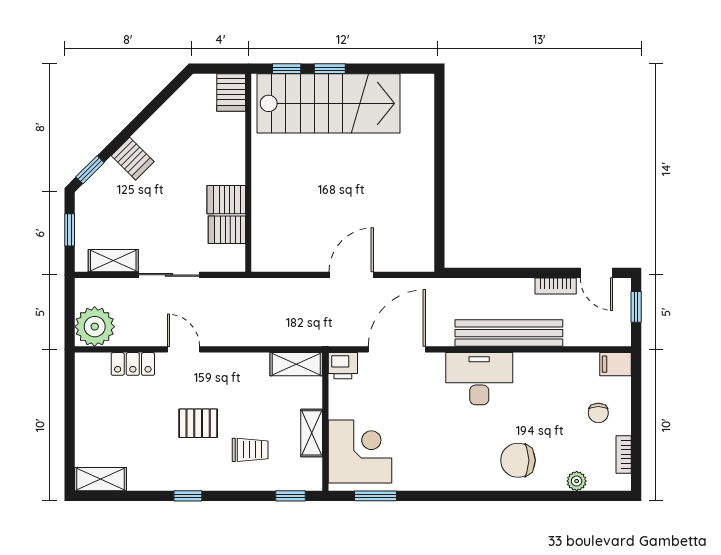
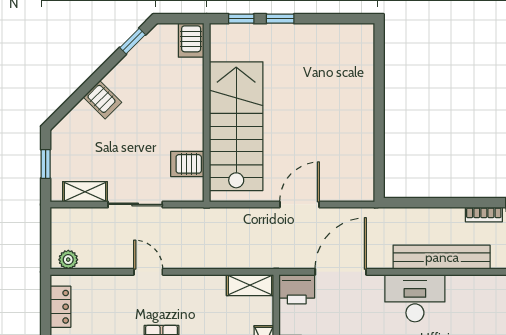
stairs: (329, 103) -> (236, 126), moved, turned -90
window: (90, 170) -> (133, 41), moved
server rack: (226, 200) -> (187, 137), removed
plant: (95, 327) -> (68, 260), width x0.53, depth x0.53
locker: (133, 364) -> (60, 307), moved, turned -90
printer: (343, 366) -> (297, 289), width x1.36, depth x1.24

